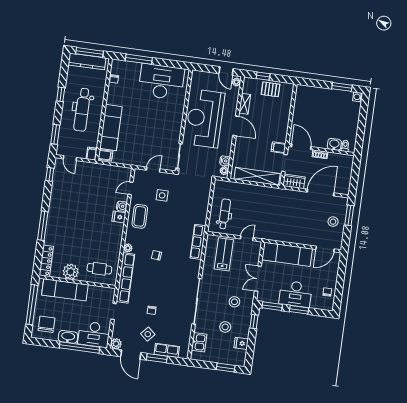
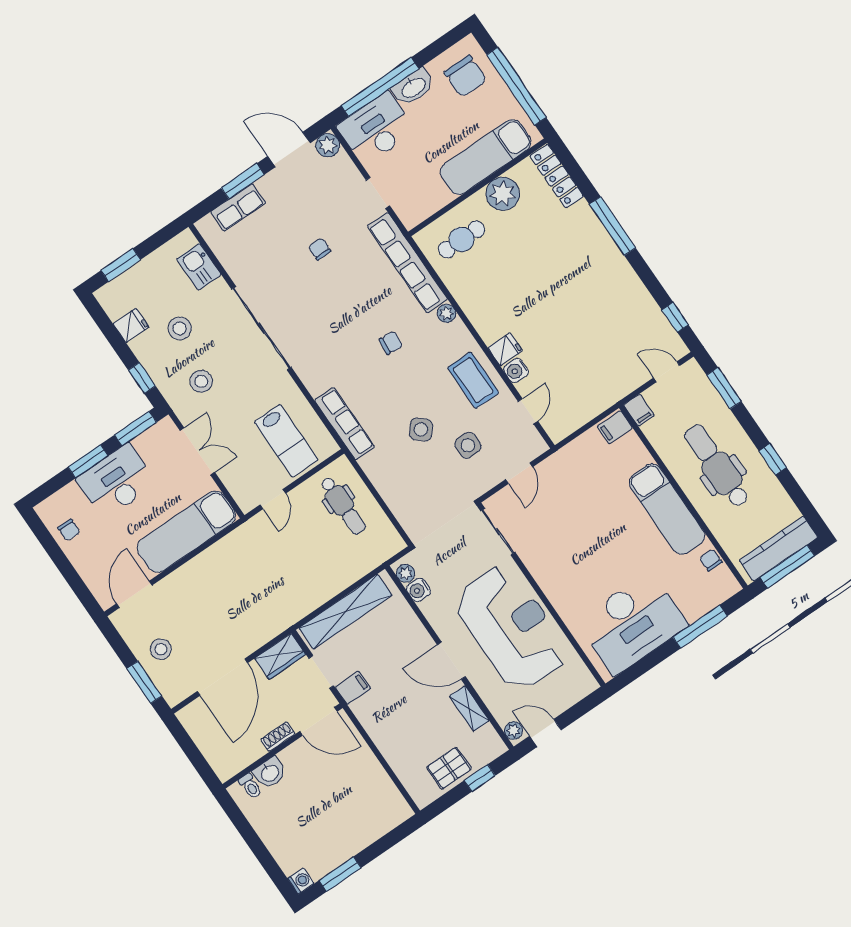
exam couch: (111, 128) -> (667, 509), moved
side table: (148, 334) -> (421, 429), moved

